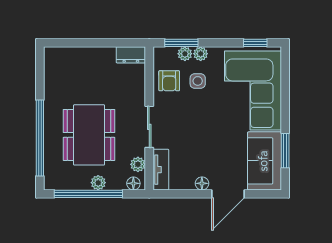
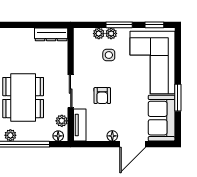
window: (181, 43) -> (119, 25), moved
dresser: (131, 55) -> (51, 34), width x1.44
armchair: (169, 81) -> (102, 96), moved
window: (285, 151) -> (178, 98), moved
plant: (98, 183) -> (10, 135), moved

